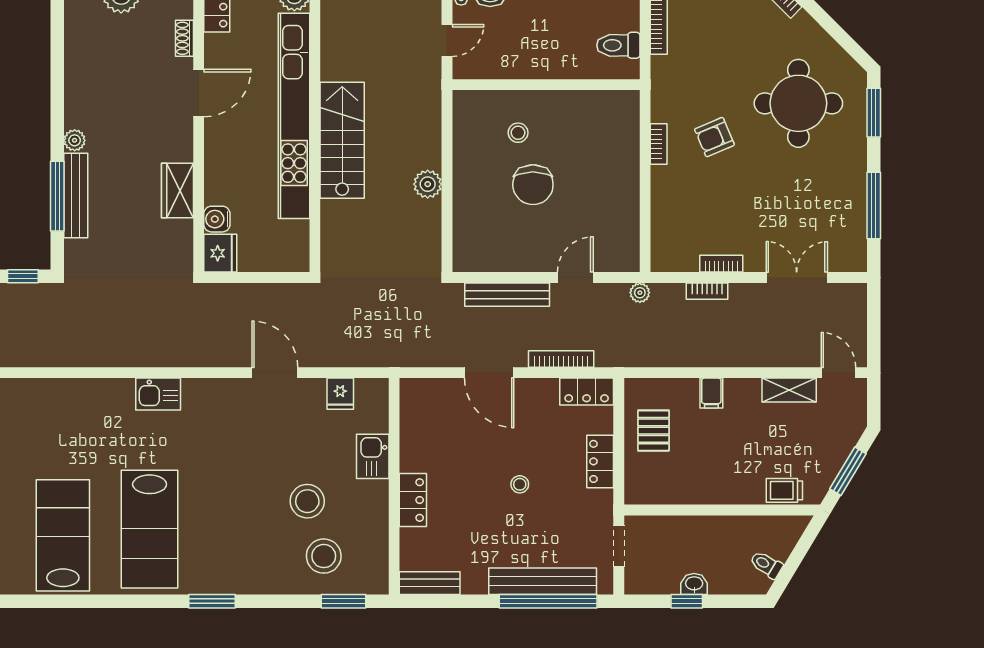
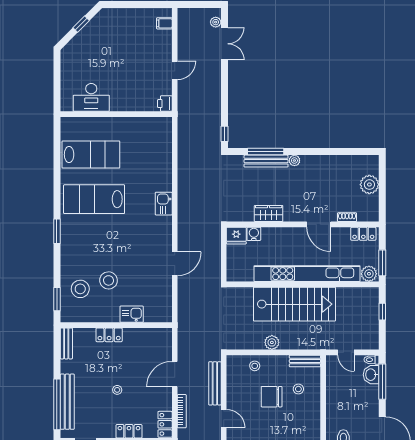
bench: (464, 120) -> (305, 361), added
stairs: (342, 140) -> (294, 304), width x1.36, depth x1.51
stool: (473, 217) -> (255, 366), added
fridge: (340, 394) -> (164, 297), removed

